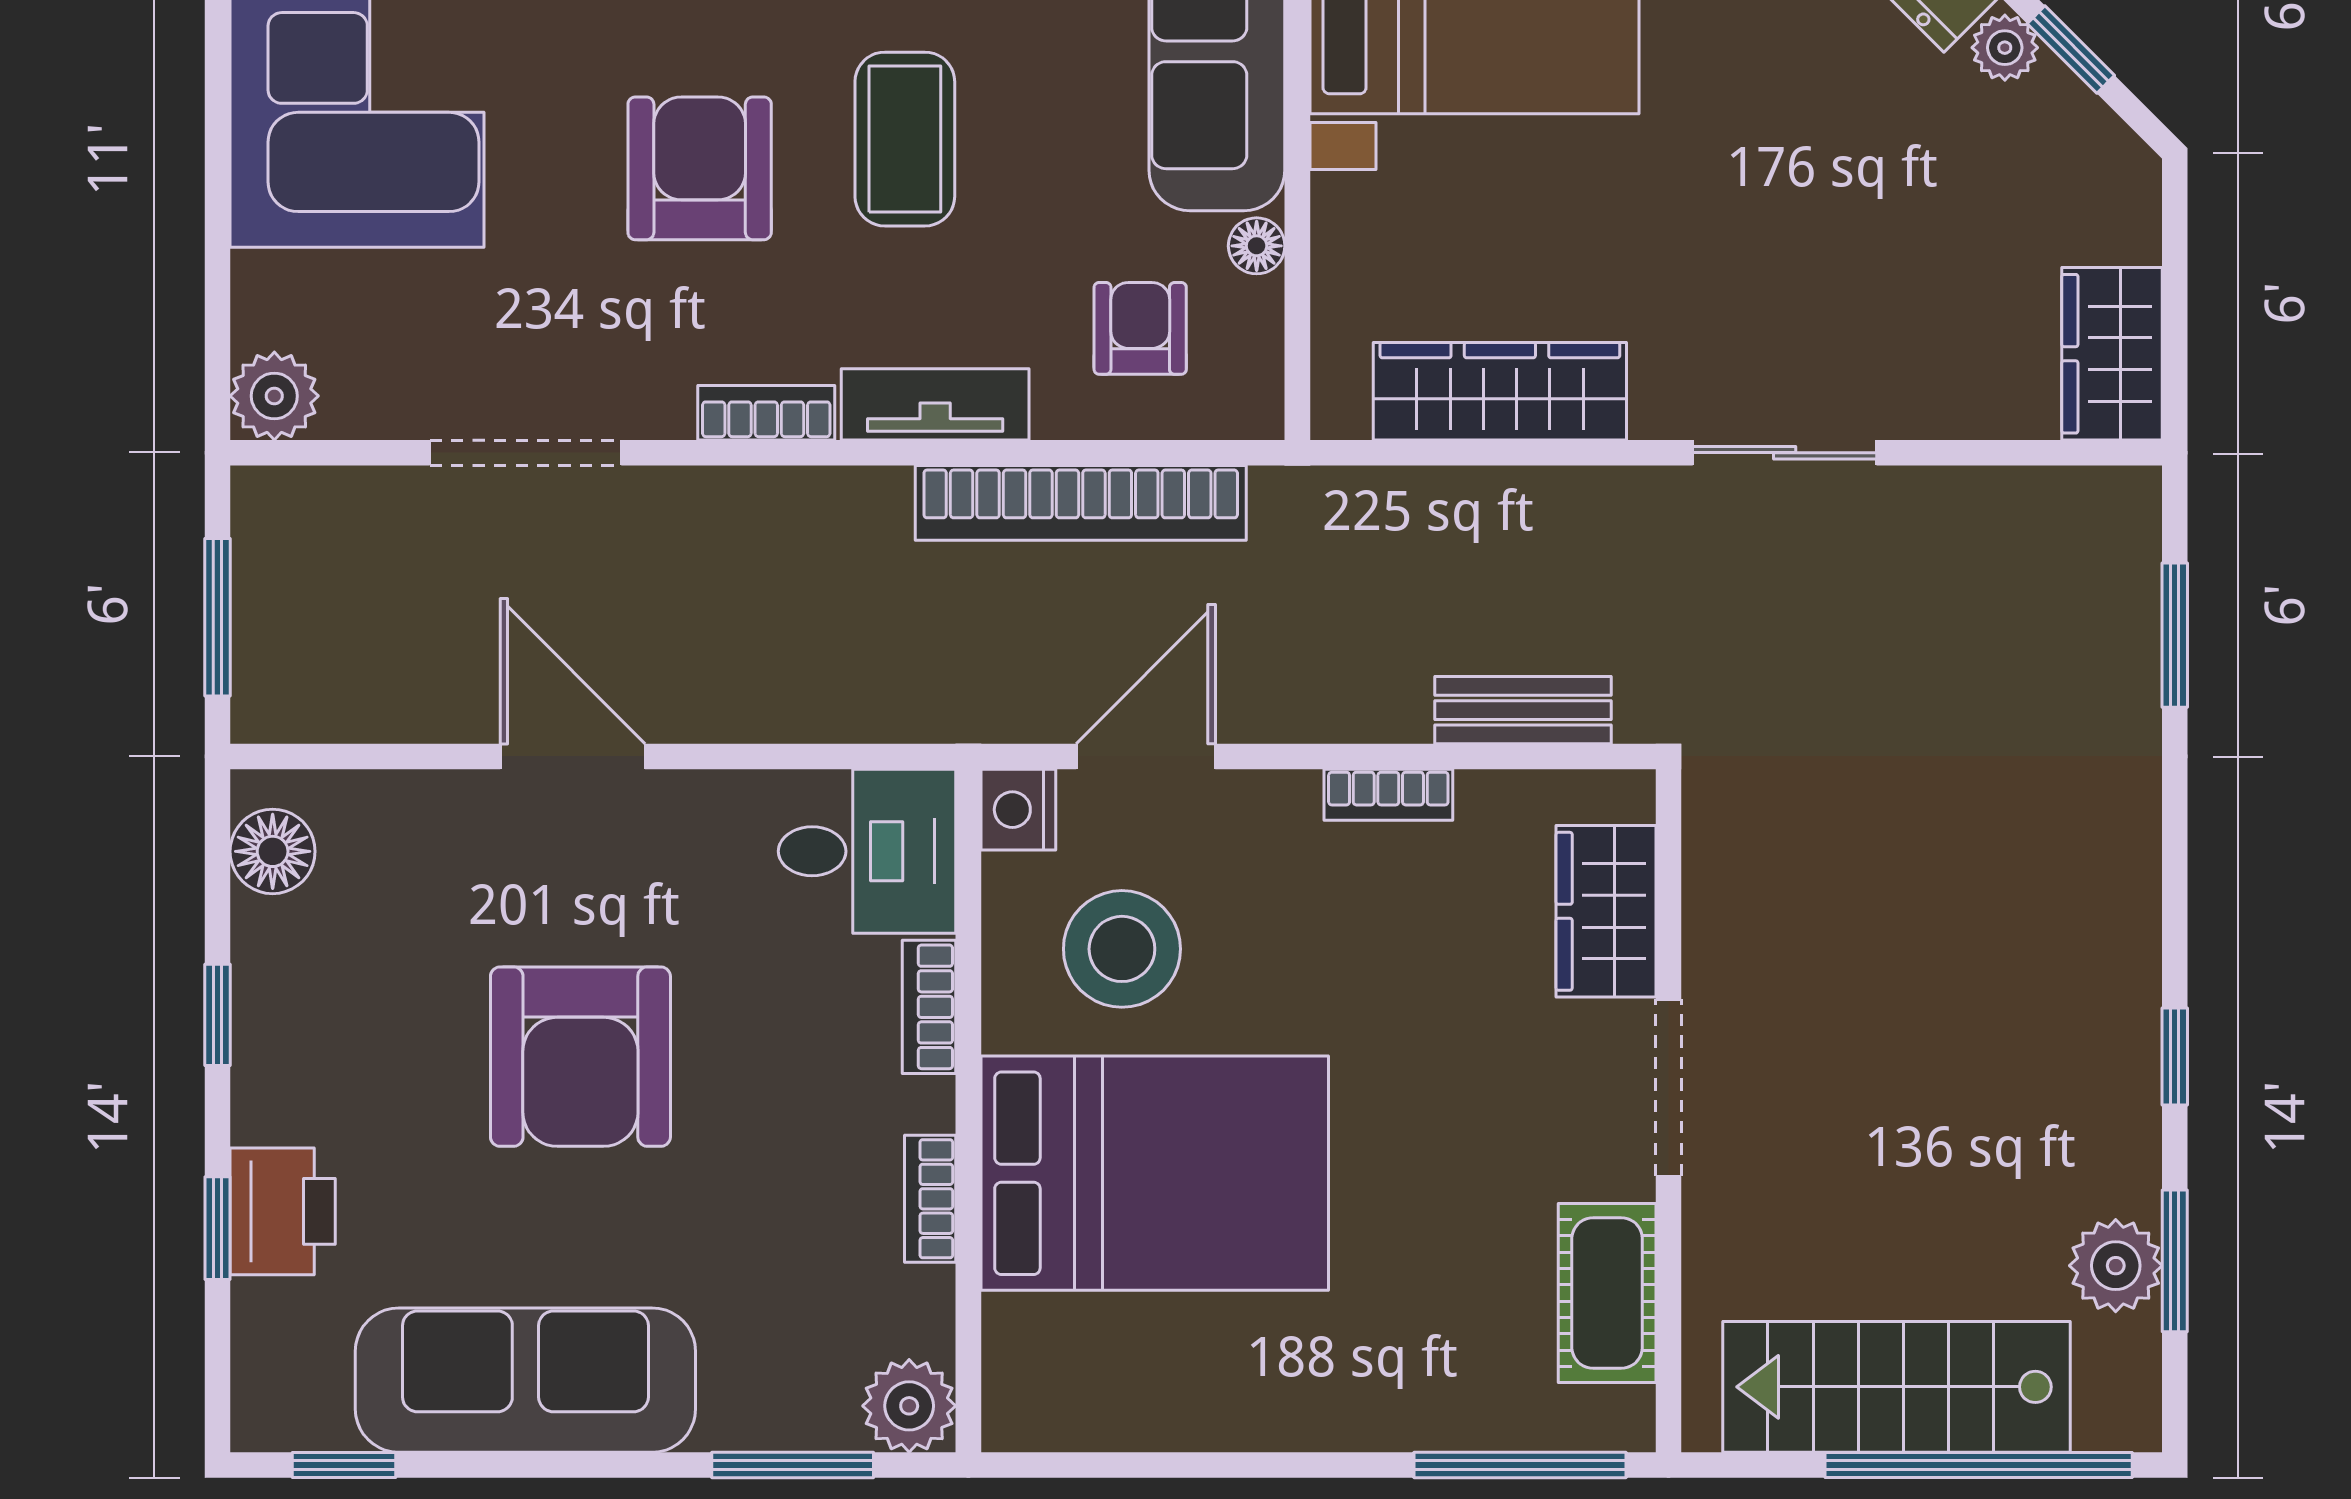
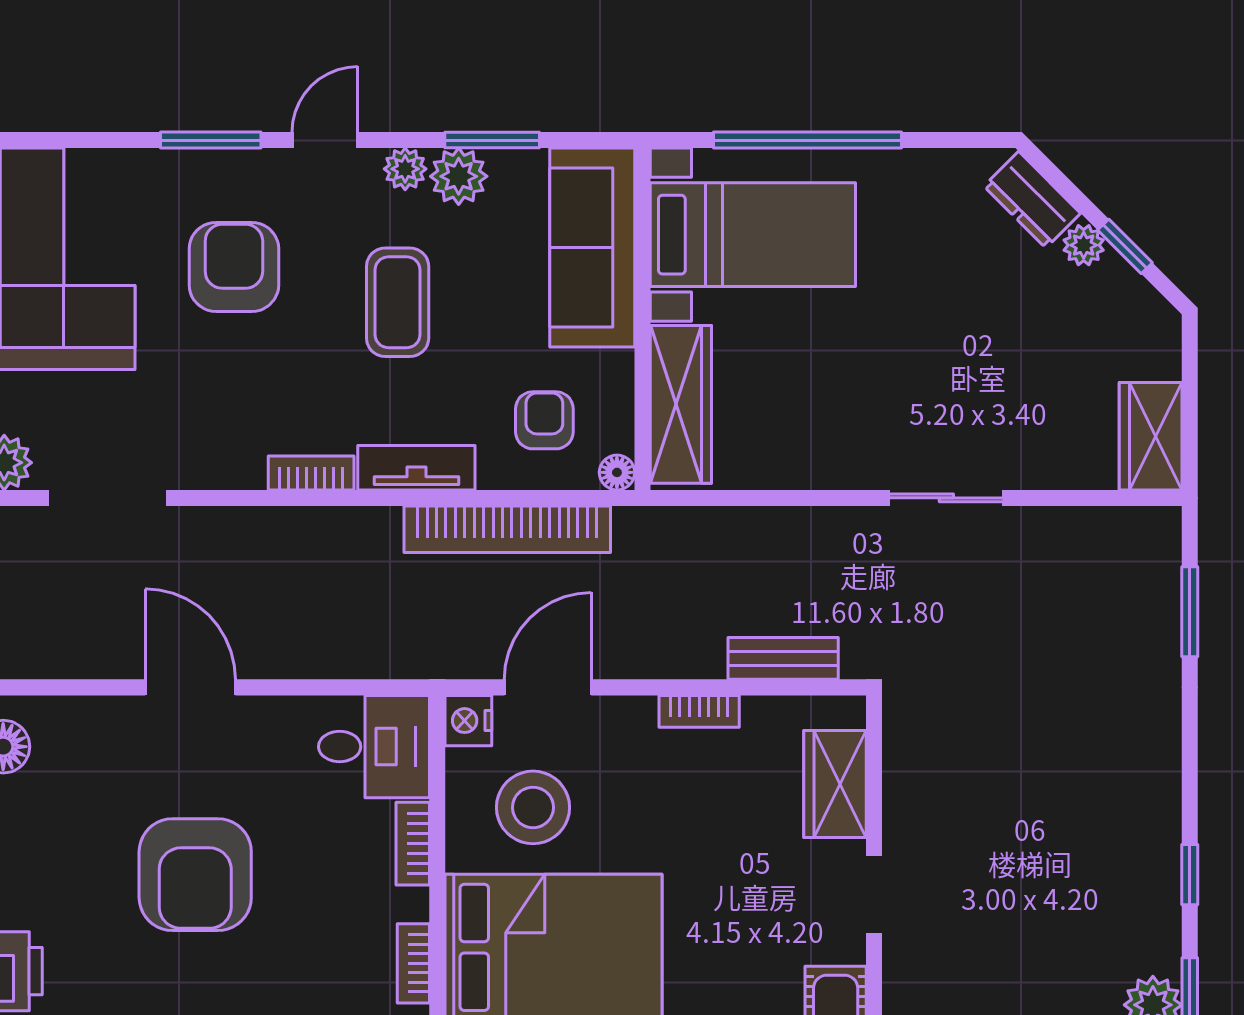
armchair: (700, 168) -> (234, 267), moved
floor lamp: (1257, 246) -> (617, 472), moved
wardrobe: (1500, 391) -> (681, 404), moved, turned 90
doorway: (526, 453) -> (108, 498), moved
doorway: (1669, 1088) -> (874, 894), width x0.73

